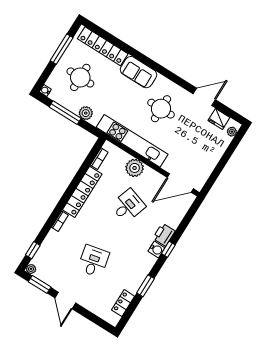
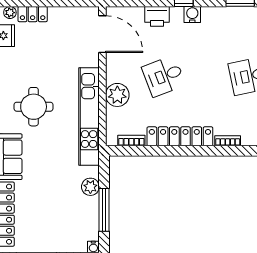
round table: (80, 77) -> (55, 217), removed
locker: (222, 146) -> (33, 14), added
desk: (128, 206) -> (164, 76), turned -39
printer: (164, 235) -> (157, 16), moved

